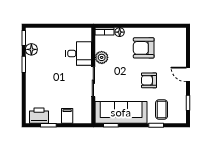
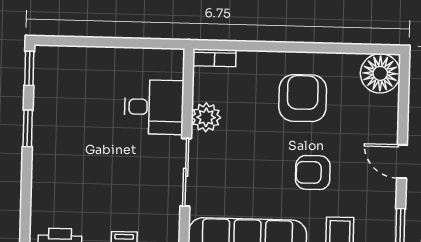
floor lamp: (120, 32) -> (380, 73), moved, width x1.89, depth x1.89
armchair: (144, 48) -> (303, 98), turned 90
floor lamp: (31, 49) -> (46, 95), removed

